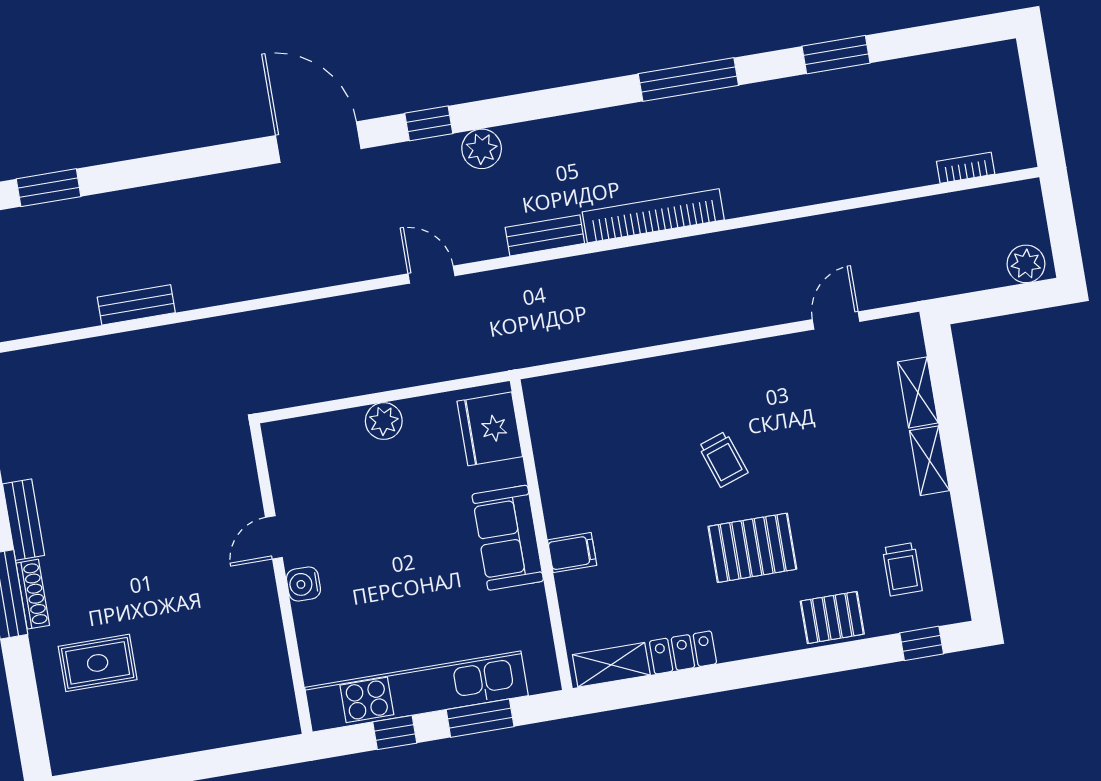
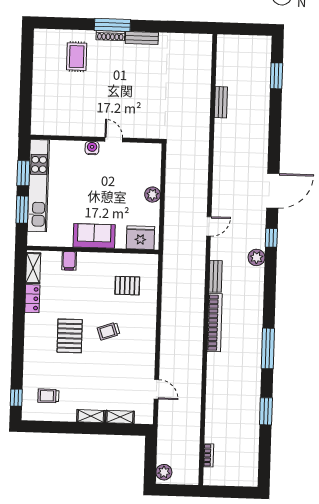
filing cabinet: (572, 553) -> (69, 261), moved
pallet: (832, 618) -> (127, 286), moved, turned 90
window: (395, 733) -> (23, 173), width x1.50

